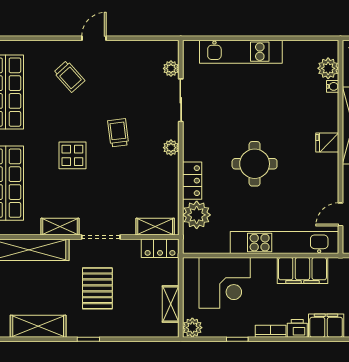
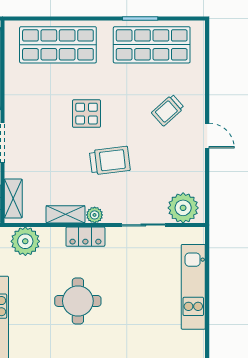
plant: (171, 68) -> (183, 208), width x1.88, depth x1.88
trolley: (118, 133) -> (110, 161), width x1.36, depth x1.39
locker: (192, 181) -> (85, 237), moved
shelving: (60, 227) -> (66, 214), moved, turned 90

